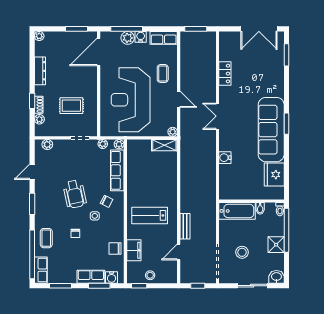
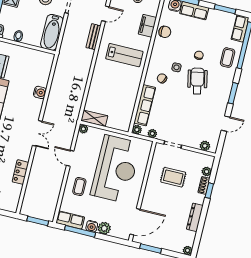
window: (127, 29) -> (80, 231), moved
wheelchair: (75, 194) -> (197, 81), moved
bathtub: (237, 211) -> (52, 32), moved, turned -90

